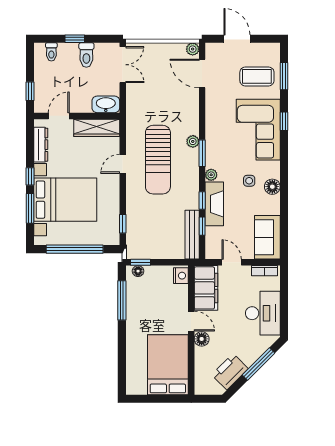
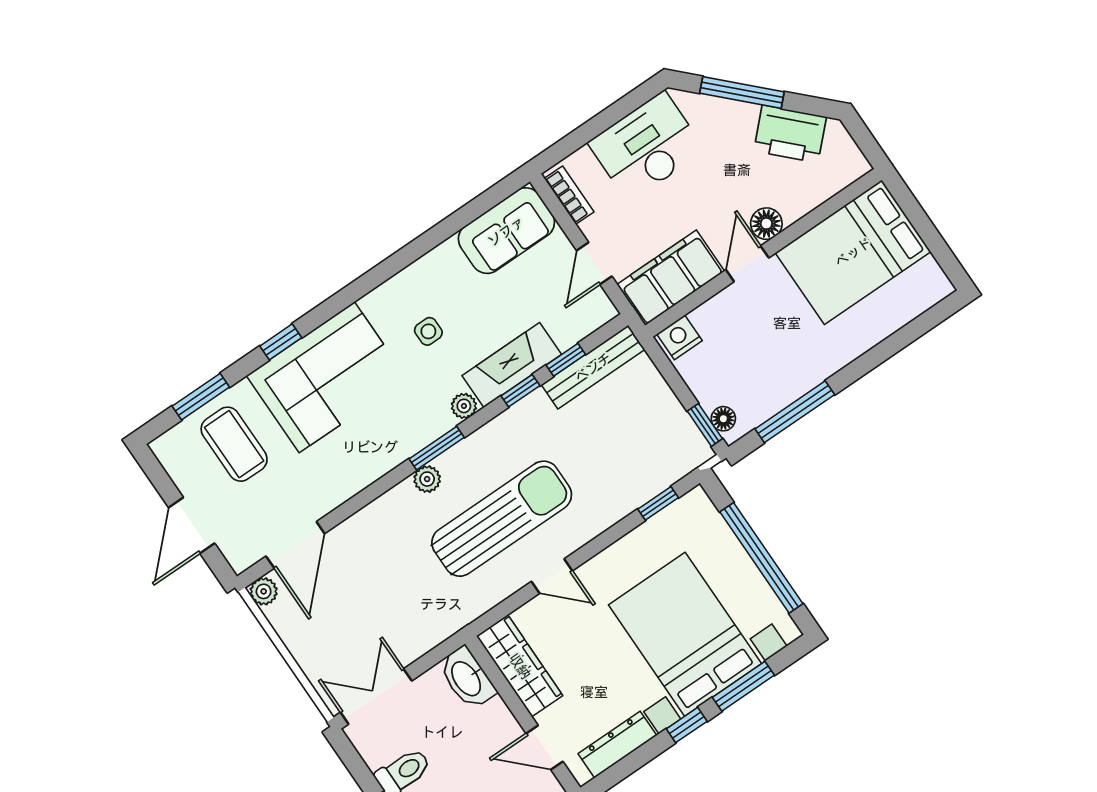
floor lamp: (272, 187) -> (411, 283), removed

